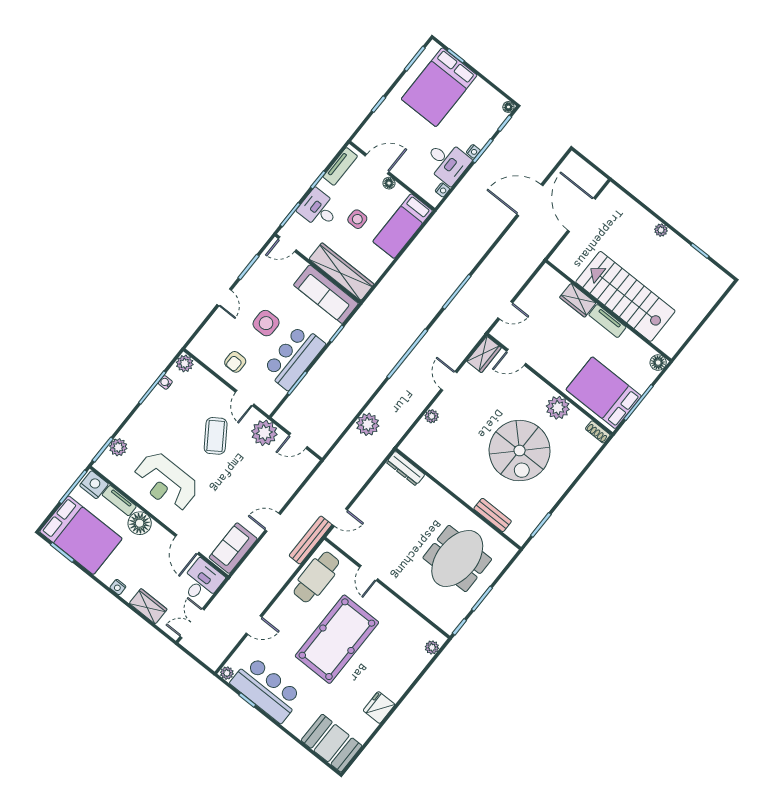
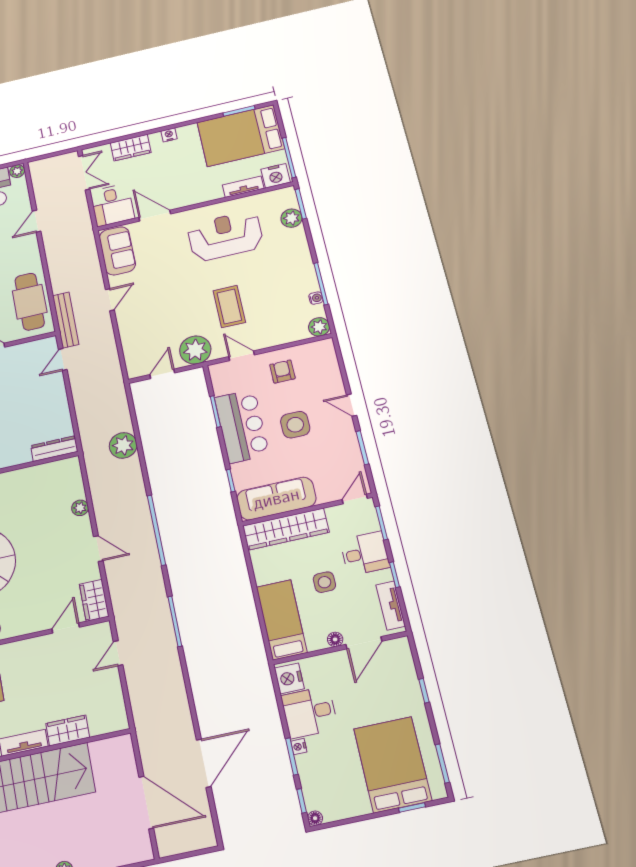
nightstand: (442, 190) -> (289, 678), width x1.89, depth x1.79
coffee table: (216, 436) -> (229, 306), turned 34
floor lamp: (140, 523) -> (208, 190), removed

